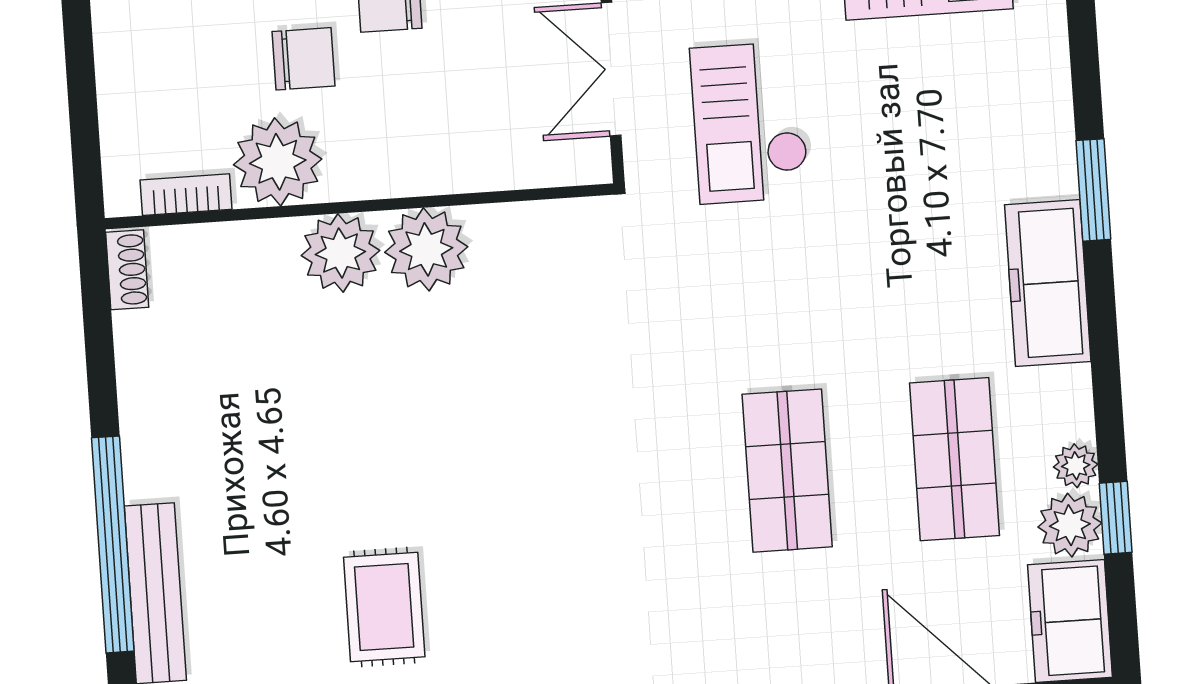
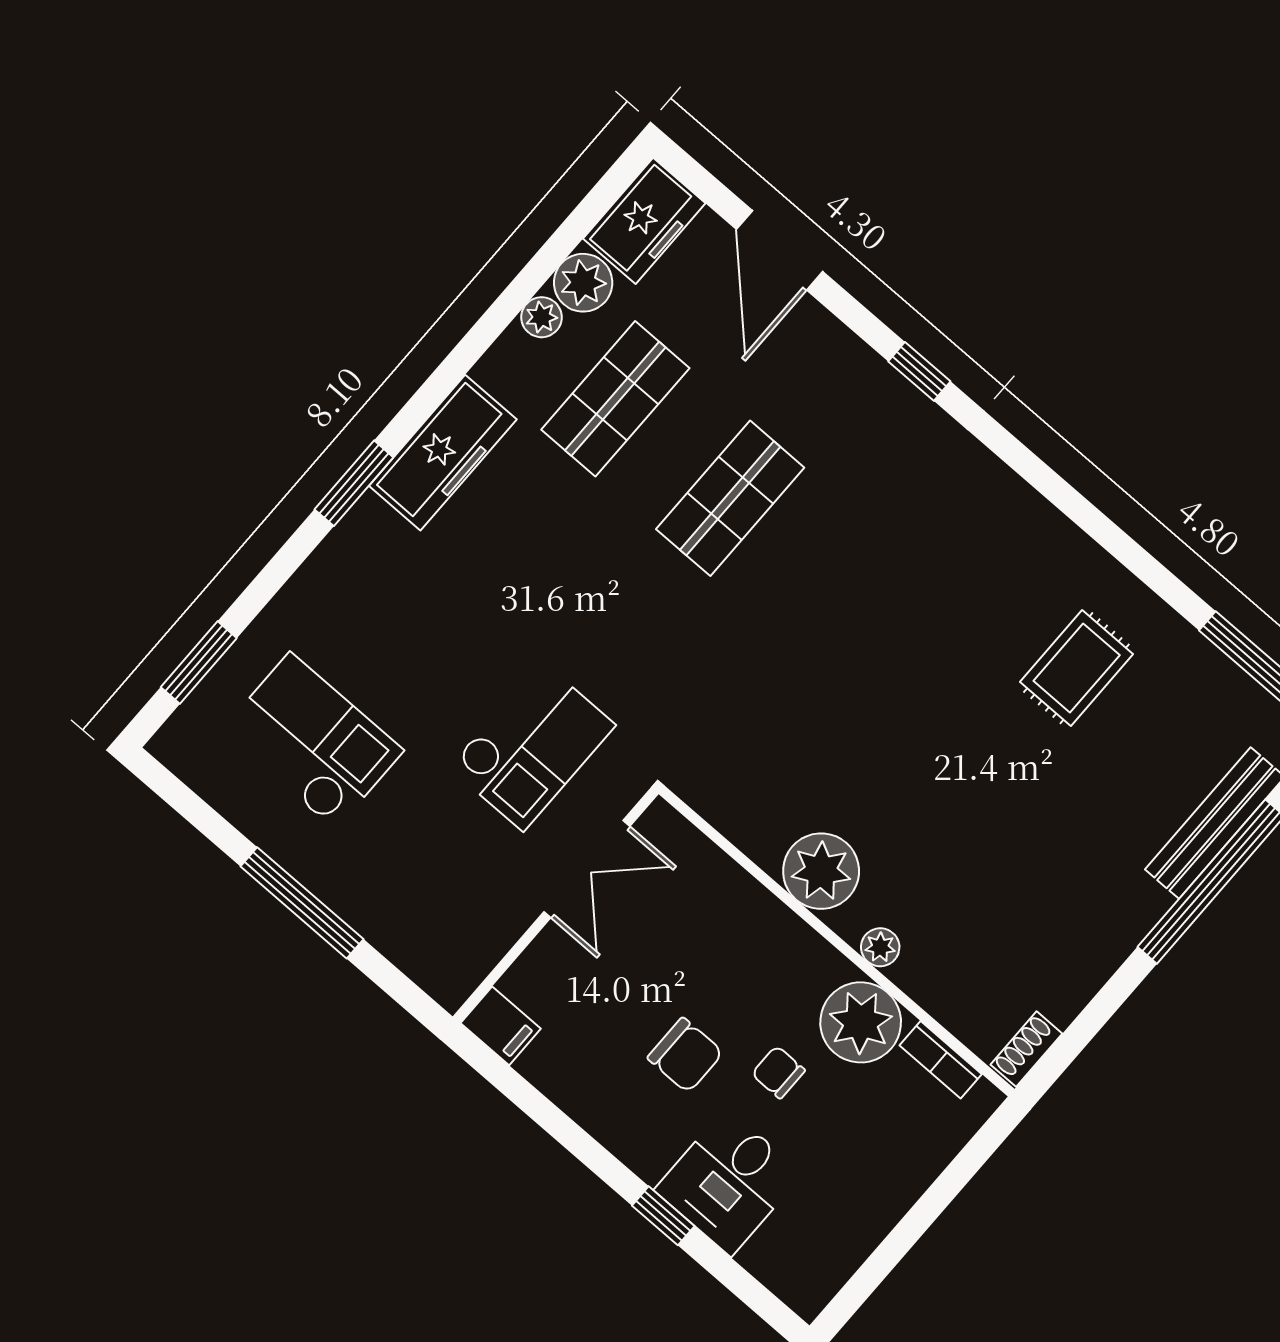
chair: (303, 59) -> (778, 1072), width x0.73, depth x0.73
plant: (340, 253) -> (880, 947), width x0.53, depth x0.53
window: (1116, 518) -> (549, 258), removed

